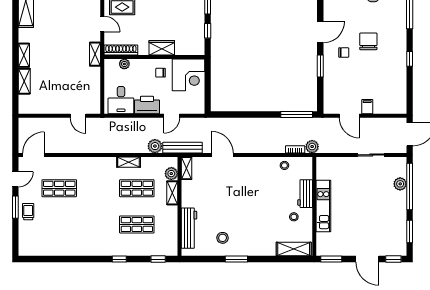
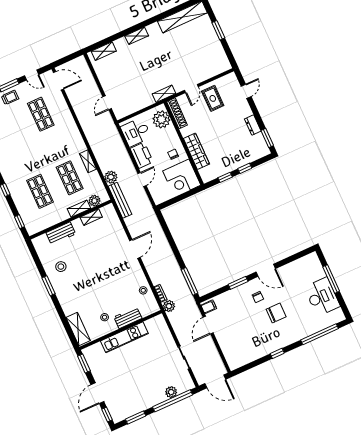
wardrobe: (162, 48) -> (196, 151), width x1.50
plant: (124, 64) -> (161, 119), width x1.87, depth x1.87
shelving: (24, 81) -> (104, 51), moved
filing cabinet: (367, 107) -> (209, 307), moved
door: (172, 116) -> (142, 180), swing flipped
door: (222, 155) -> (135, 249), moved
shelving: (186, 168) -> (91, 217), moved
workbench: (189, 228) -> (61, 233), width x0.73

